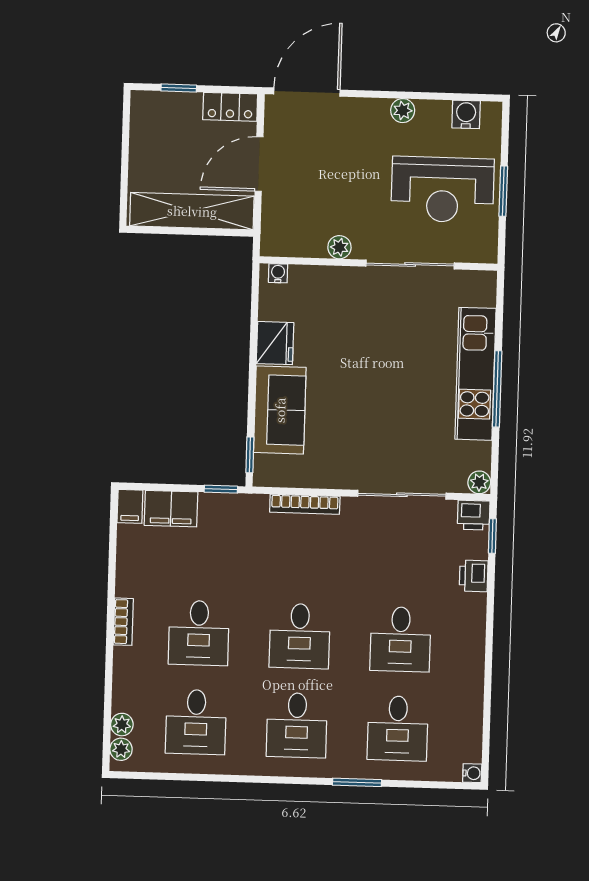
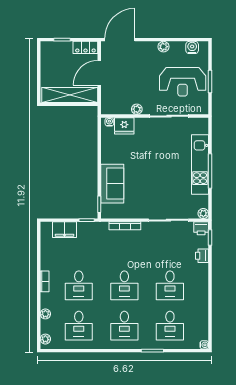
fridge: (275, 343) -> (124, 126), moved, turned 90
filing cabinet: (130, 506) -> (46, 229), removed
plant: (122, 725) -> (45, 314), moved

